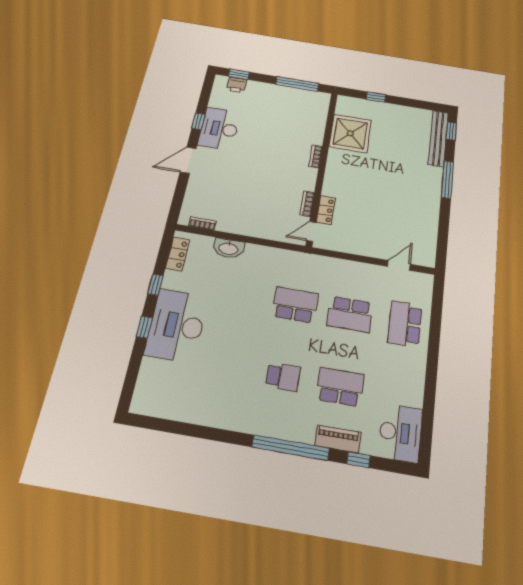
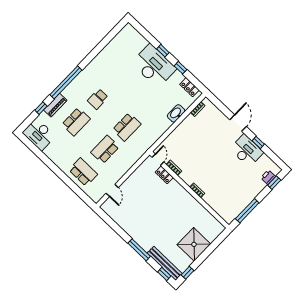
window: (376, 97) -> (188, 273), moved
shower: (350, 133) -> (194, 244), moved

